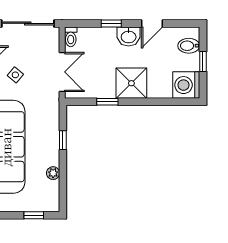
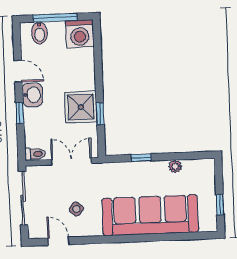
window: (203, 62) -> (55, 18), width x2.17
shower: (131, 83) -> (81, 107), moved
window: (34, 215) -> (220, 205), moved

